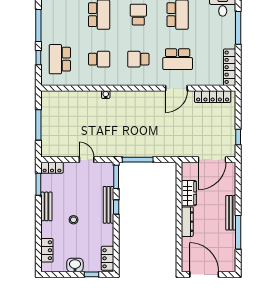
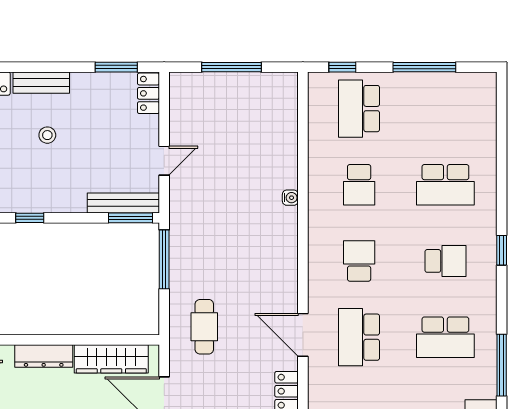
window: (38, 58) -> (342, 67), moved
school desk: (60, 59) -> (359, 109), turned -90
cafe table: (172, 139) -> (204, 327), added
wardrobe: (189, 193) -> (111, 359), width x1.50
bench: (108, 205) -> (123, 203), moved
bench: (46, 206) -> (41, 83), moved
window: (116, 207) -> (30, 218), moved

